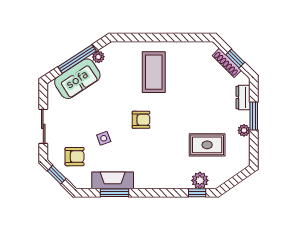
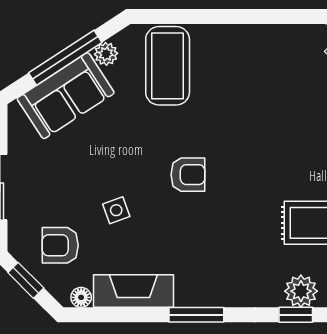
coffee table: (154, 72) -> (168, 66), moved
armchair: (75, 157) -> (60, 245), turned 180
floor lamp: (85, 184) -> (81, 297), added
window: (114, 193) -> (196, 315), moved

